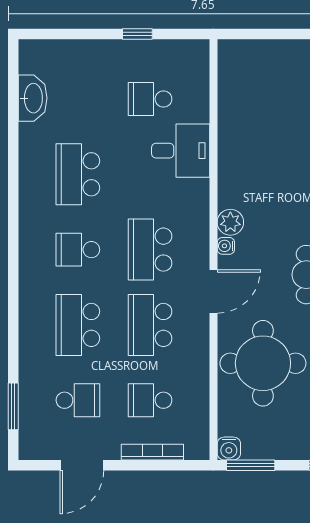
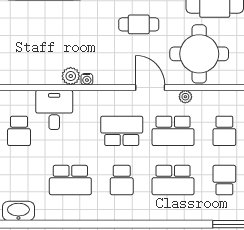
plant: (230, 222) -> (71, 76), moved
water cooler: (226, 246) -> (87, 79), moved
school desk: (150, 250) -> (122, 131), turned 180
plant: (200, 343) -> (185, 97), added

